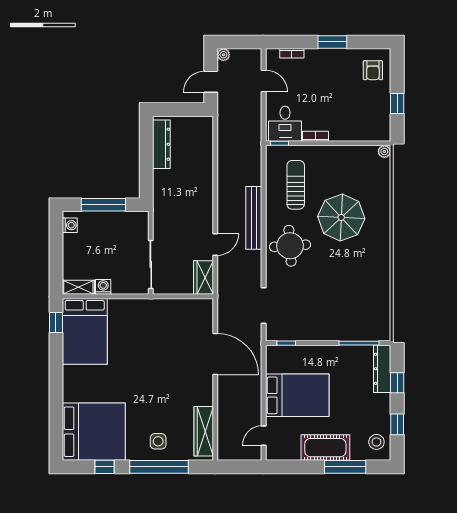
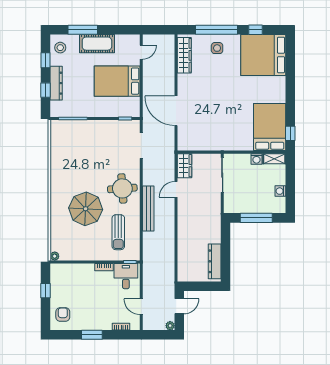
washing machine: (70, 225) -> (280, 191), moved
dresser: (382, 369) -> (56, 83), moved

